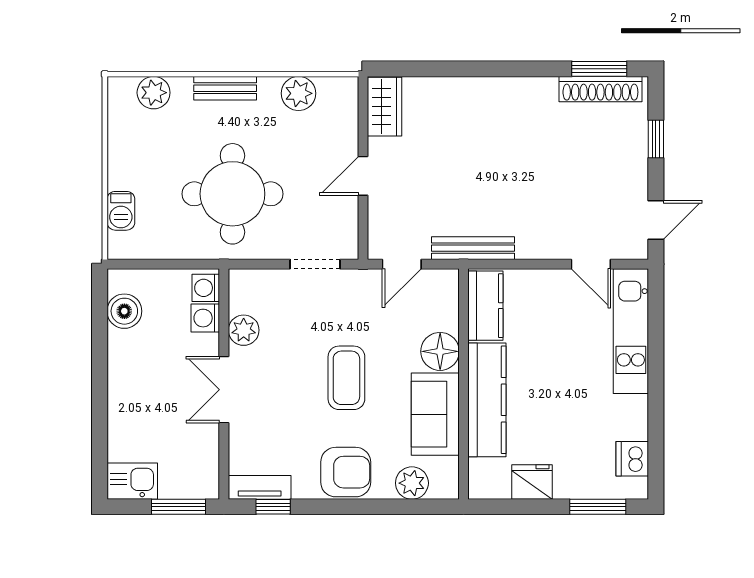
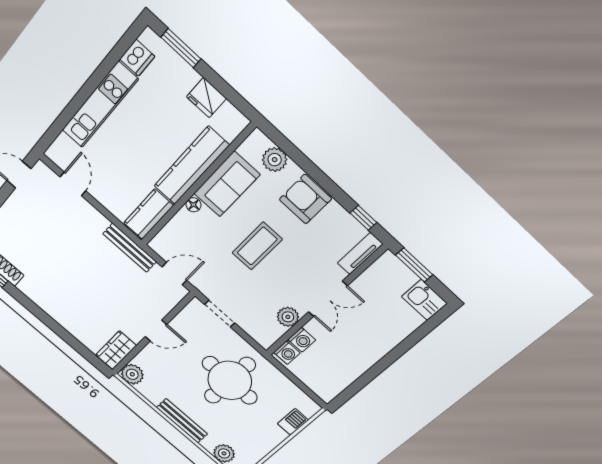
bench: (225, 88) -> (182, 421), width x1.36
plant: (298, 93) -> (132, 374), moved
boiler: (124, 311) -> (339, 379), removed
kitchen unit: (631, 331) -> (100, 105), moved
floor lamp: (440, 351) -> (194, 205), width x0.53, depth x0.53
tv unit: (260, 487) -> (360, 254), moved, turned 90

